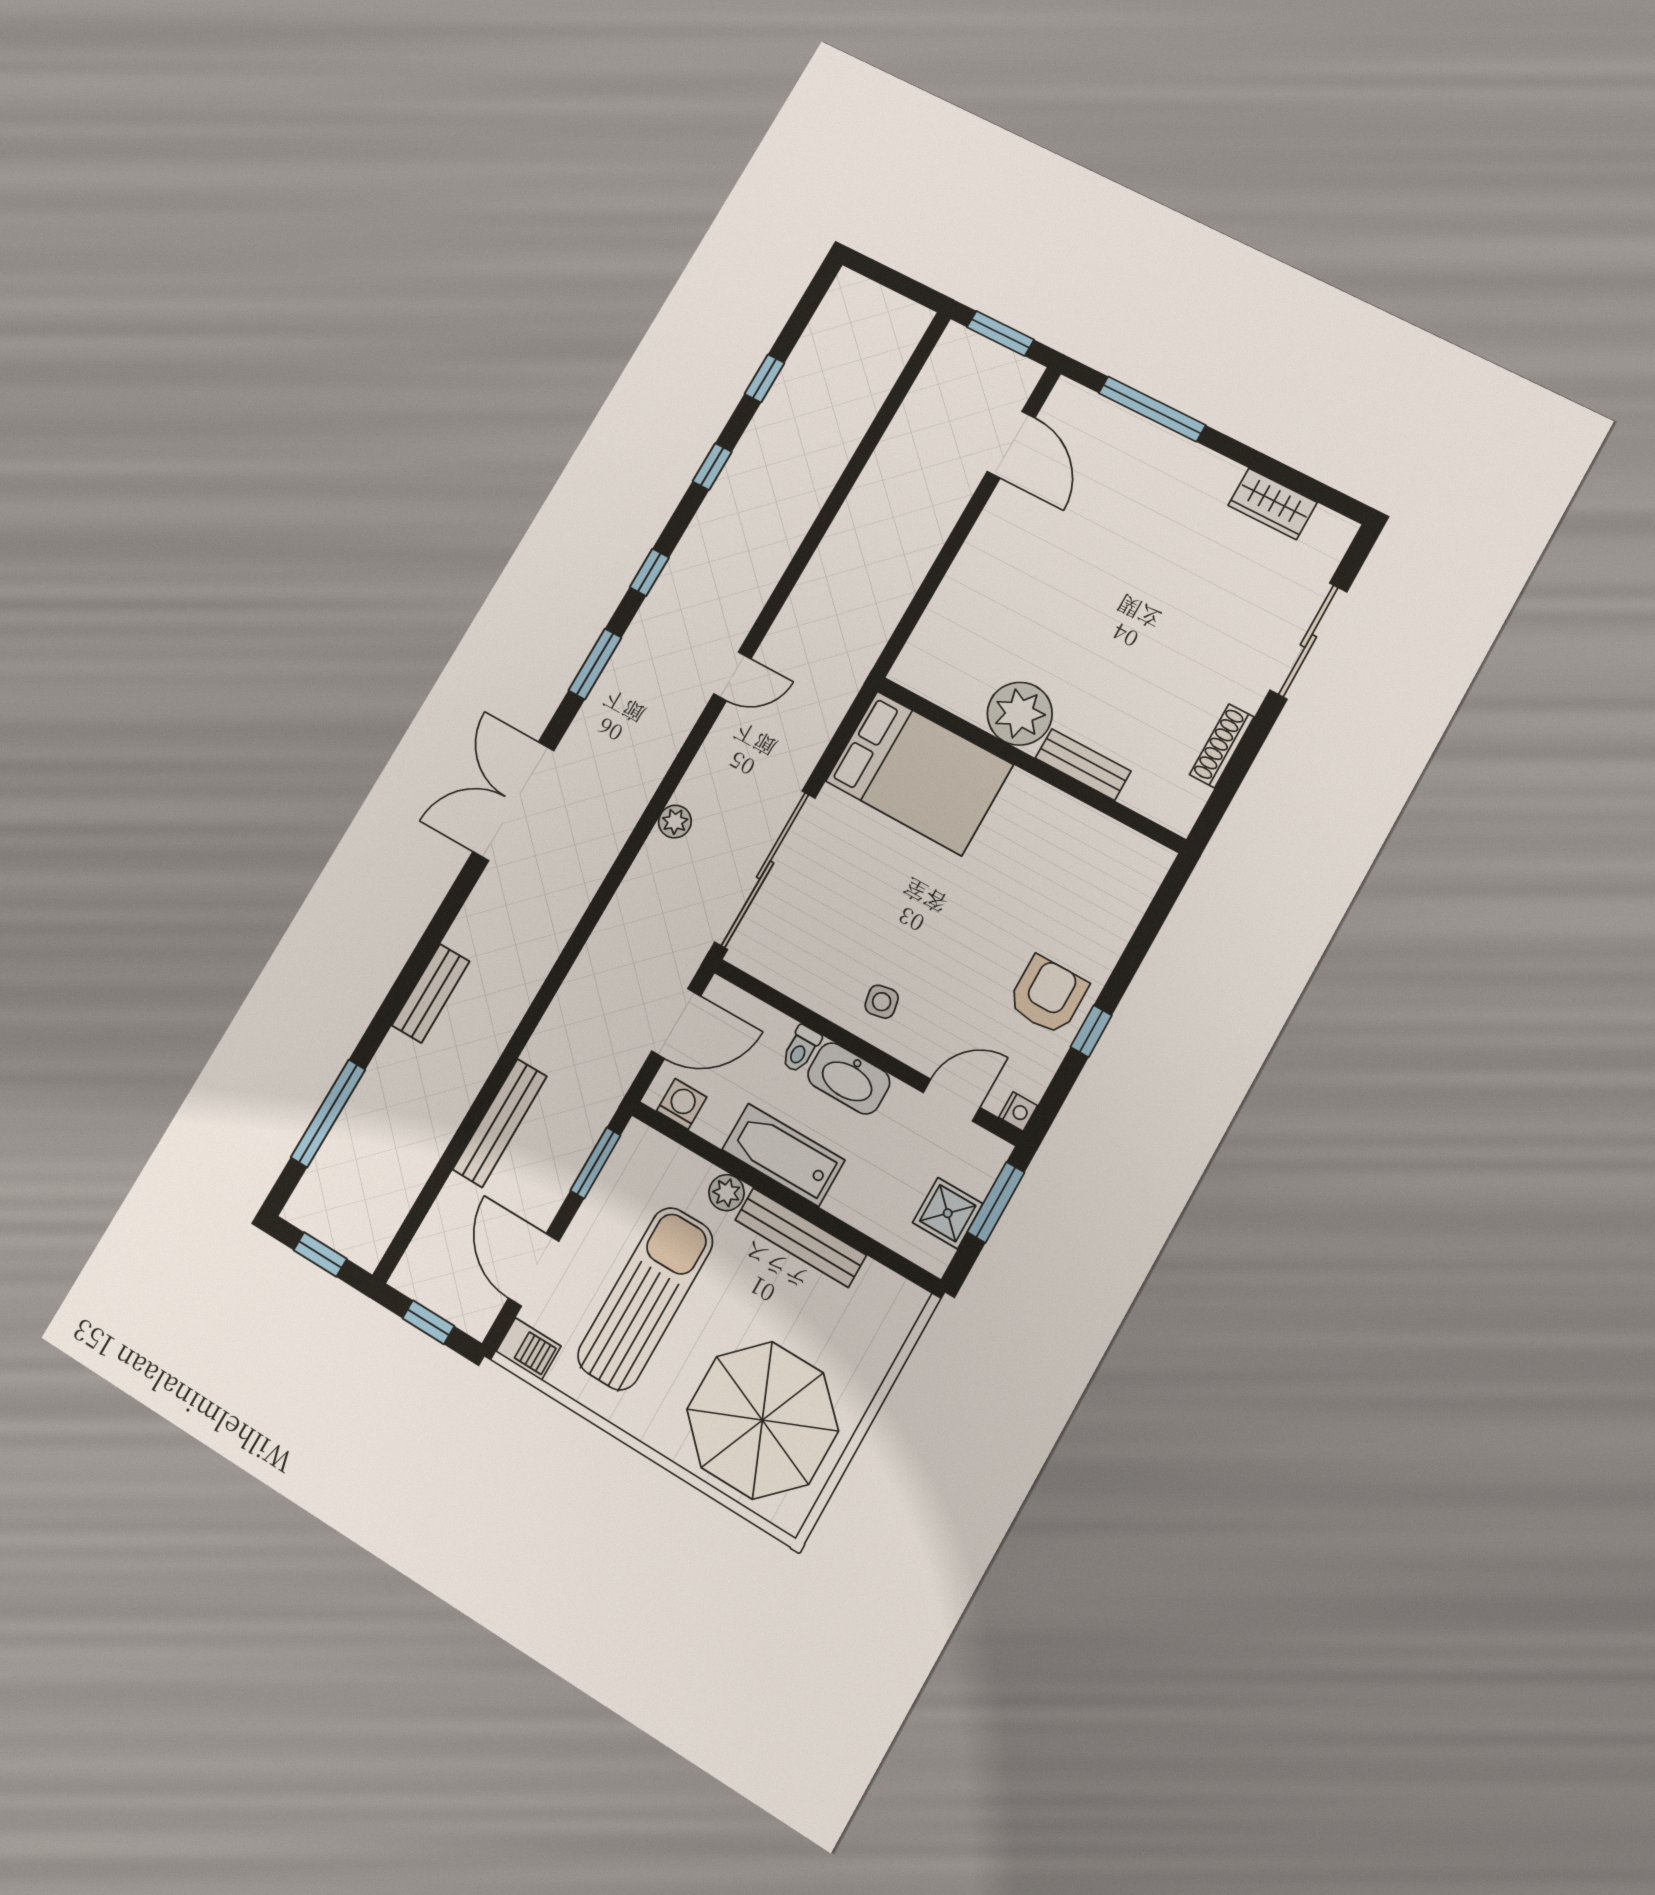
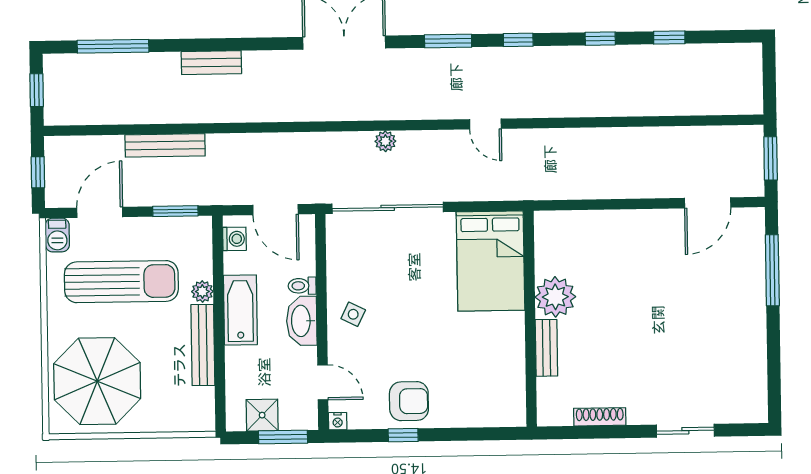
wardrobe: (1272, 504) -> (753, 368), removed
sliding door: (1308, 641) -> (685, 431), width x0.73
side table: (882, 1002) -> (353, 314), turned 37

